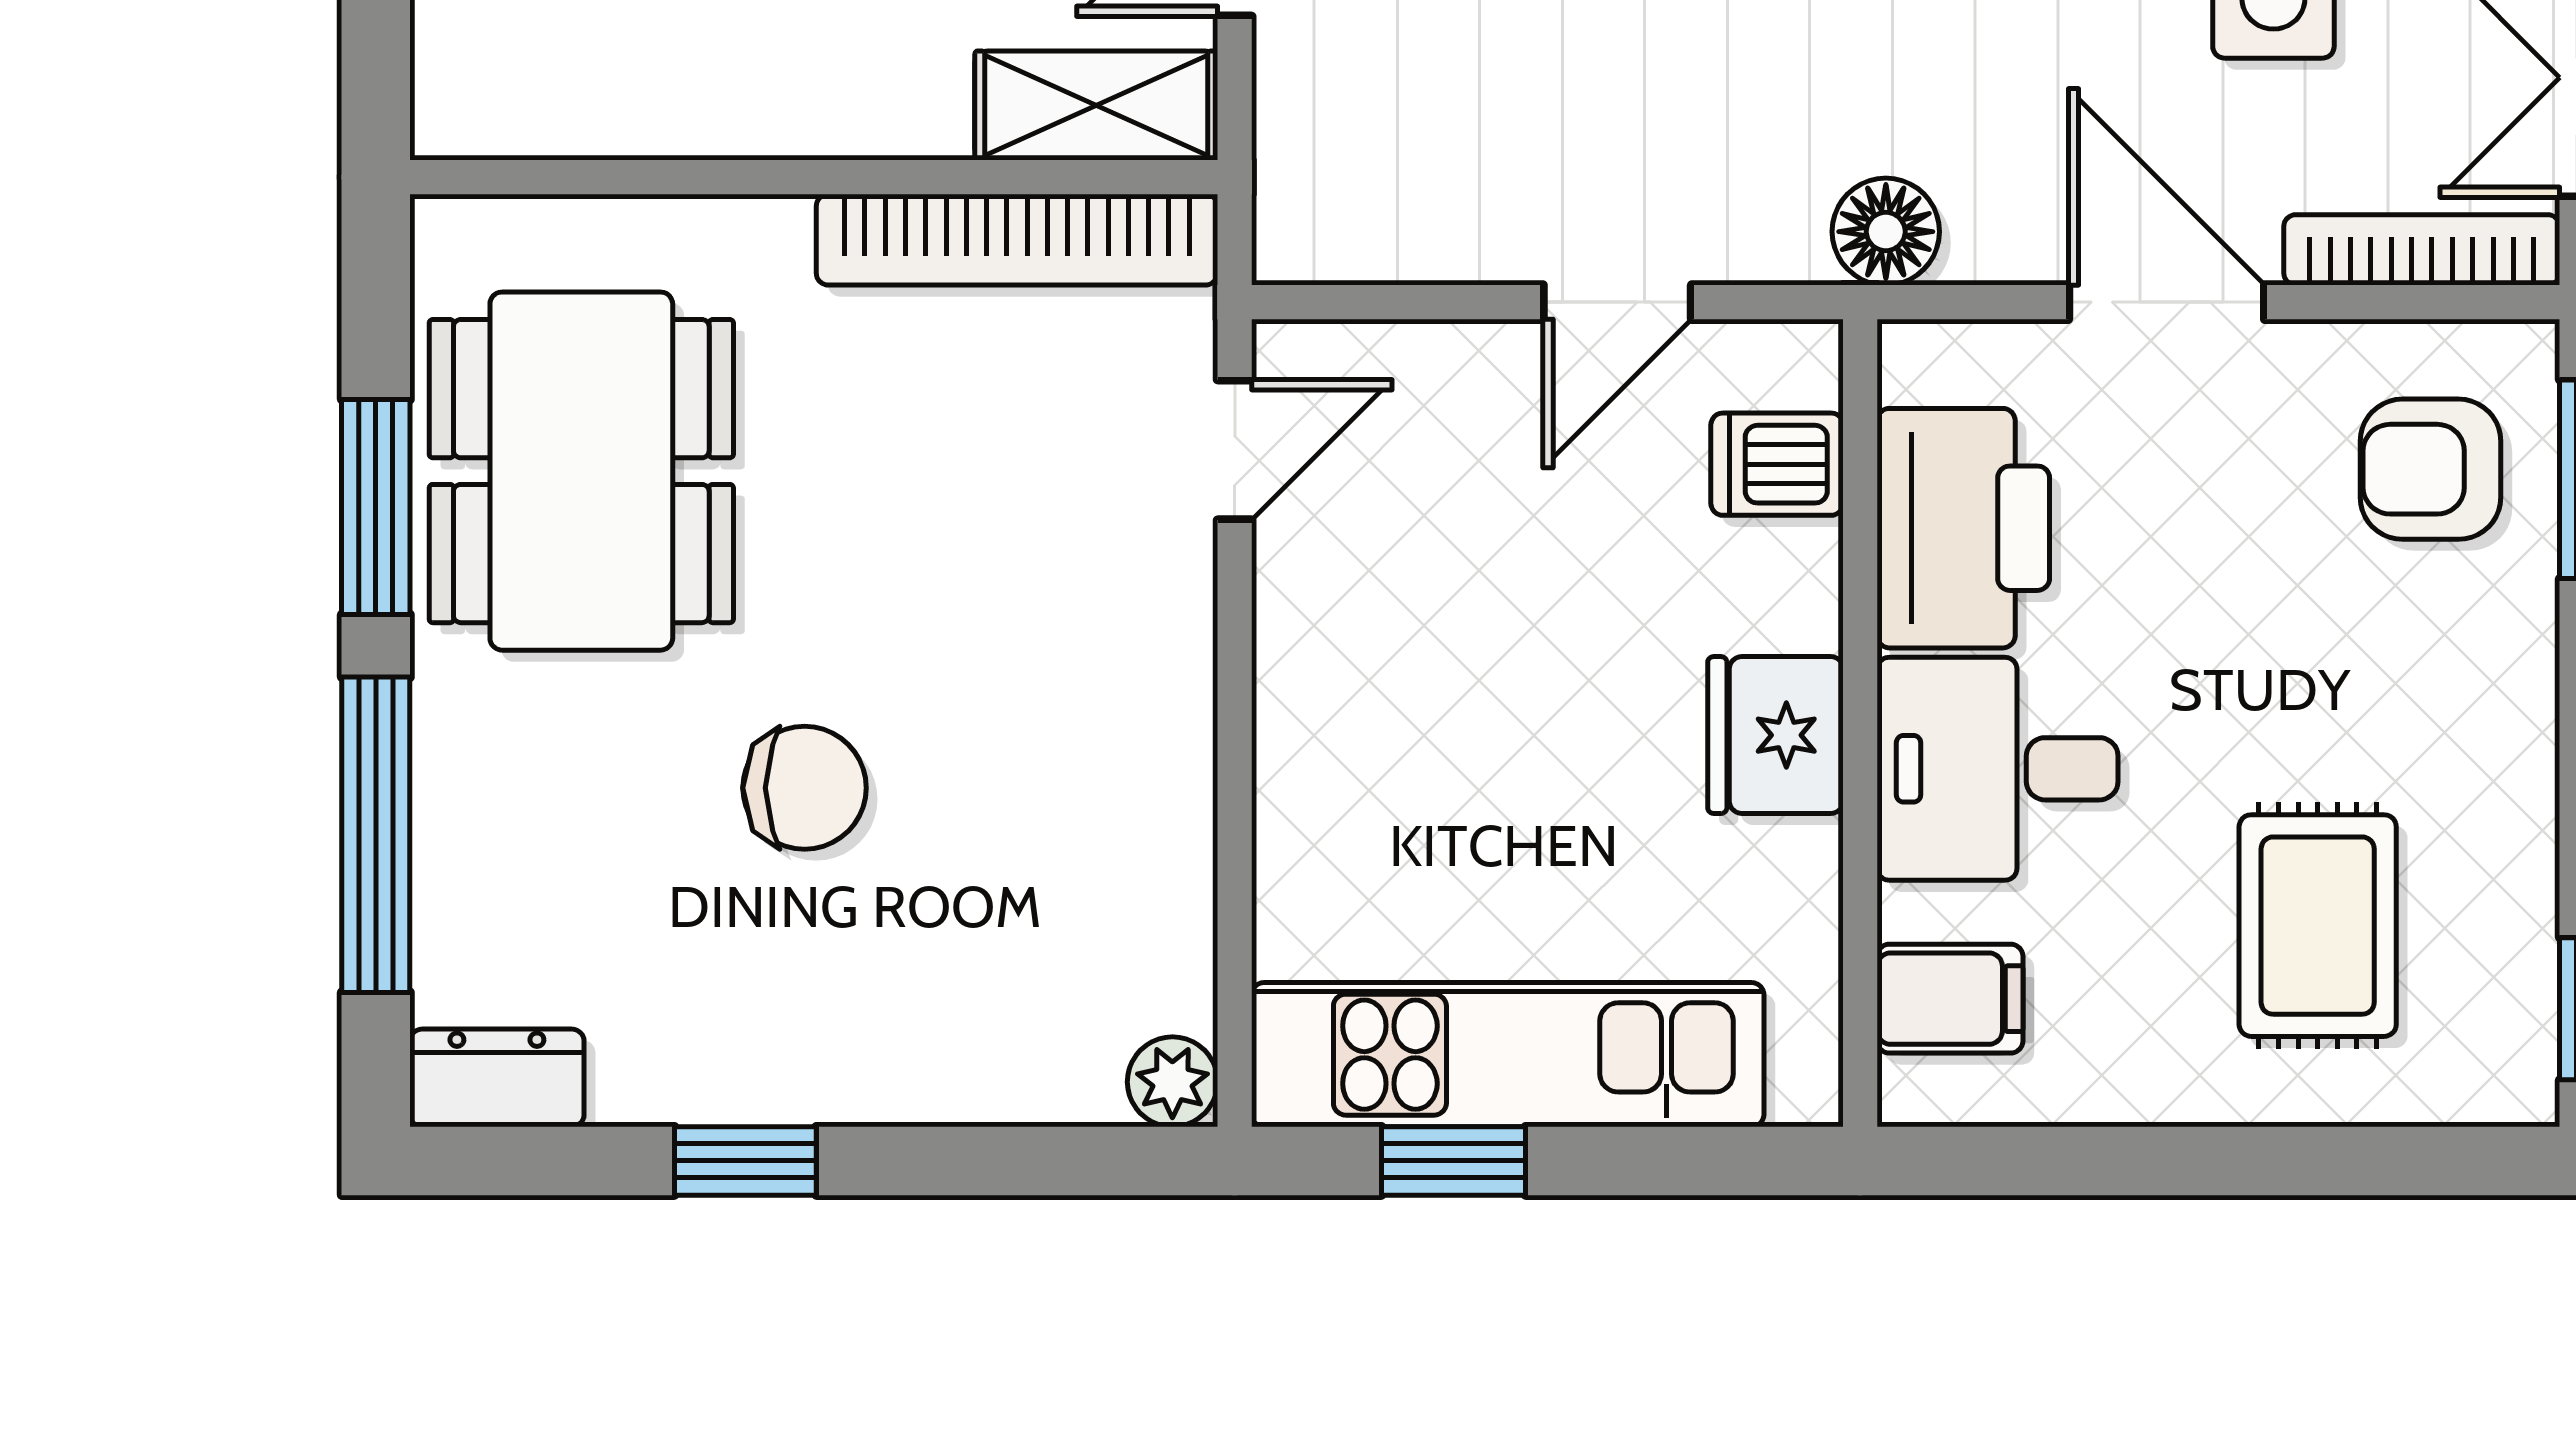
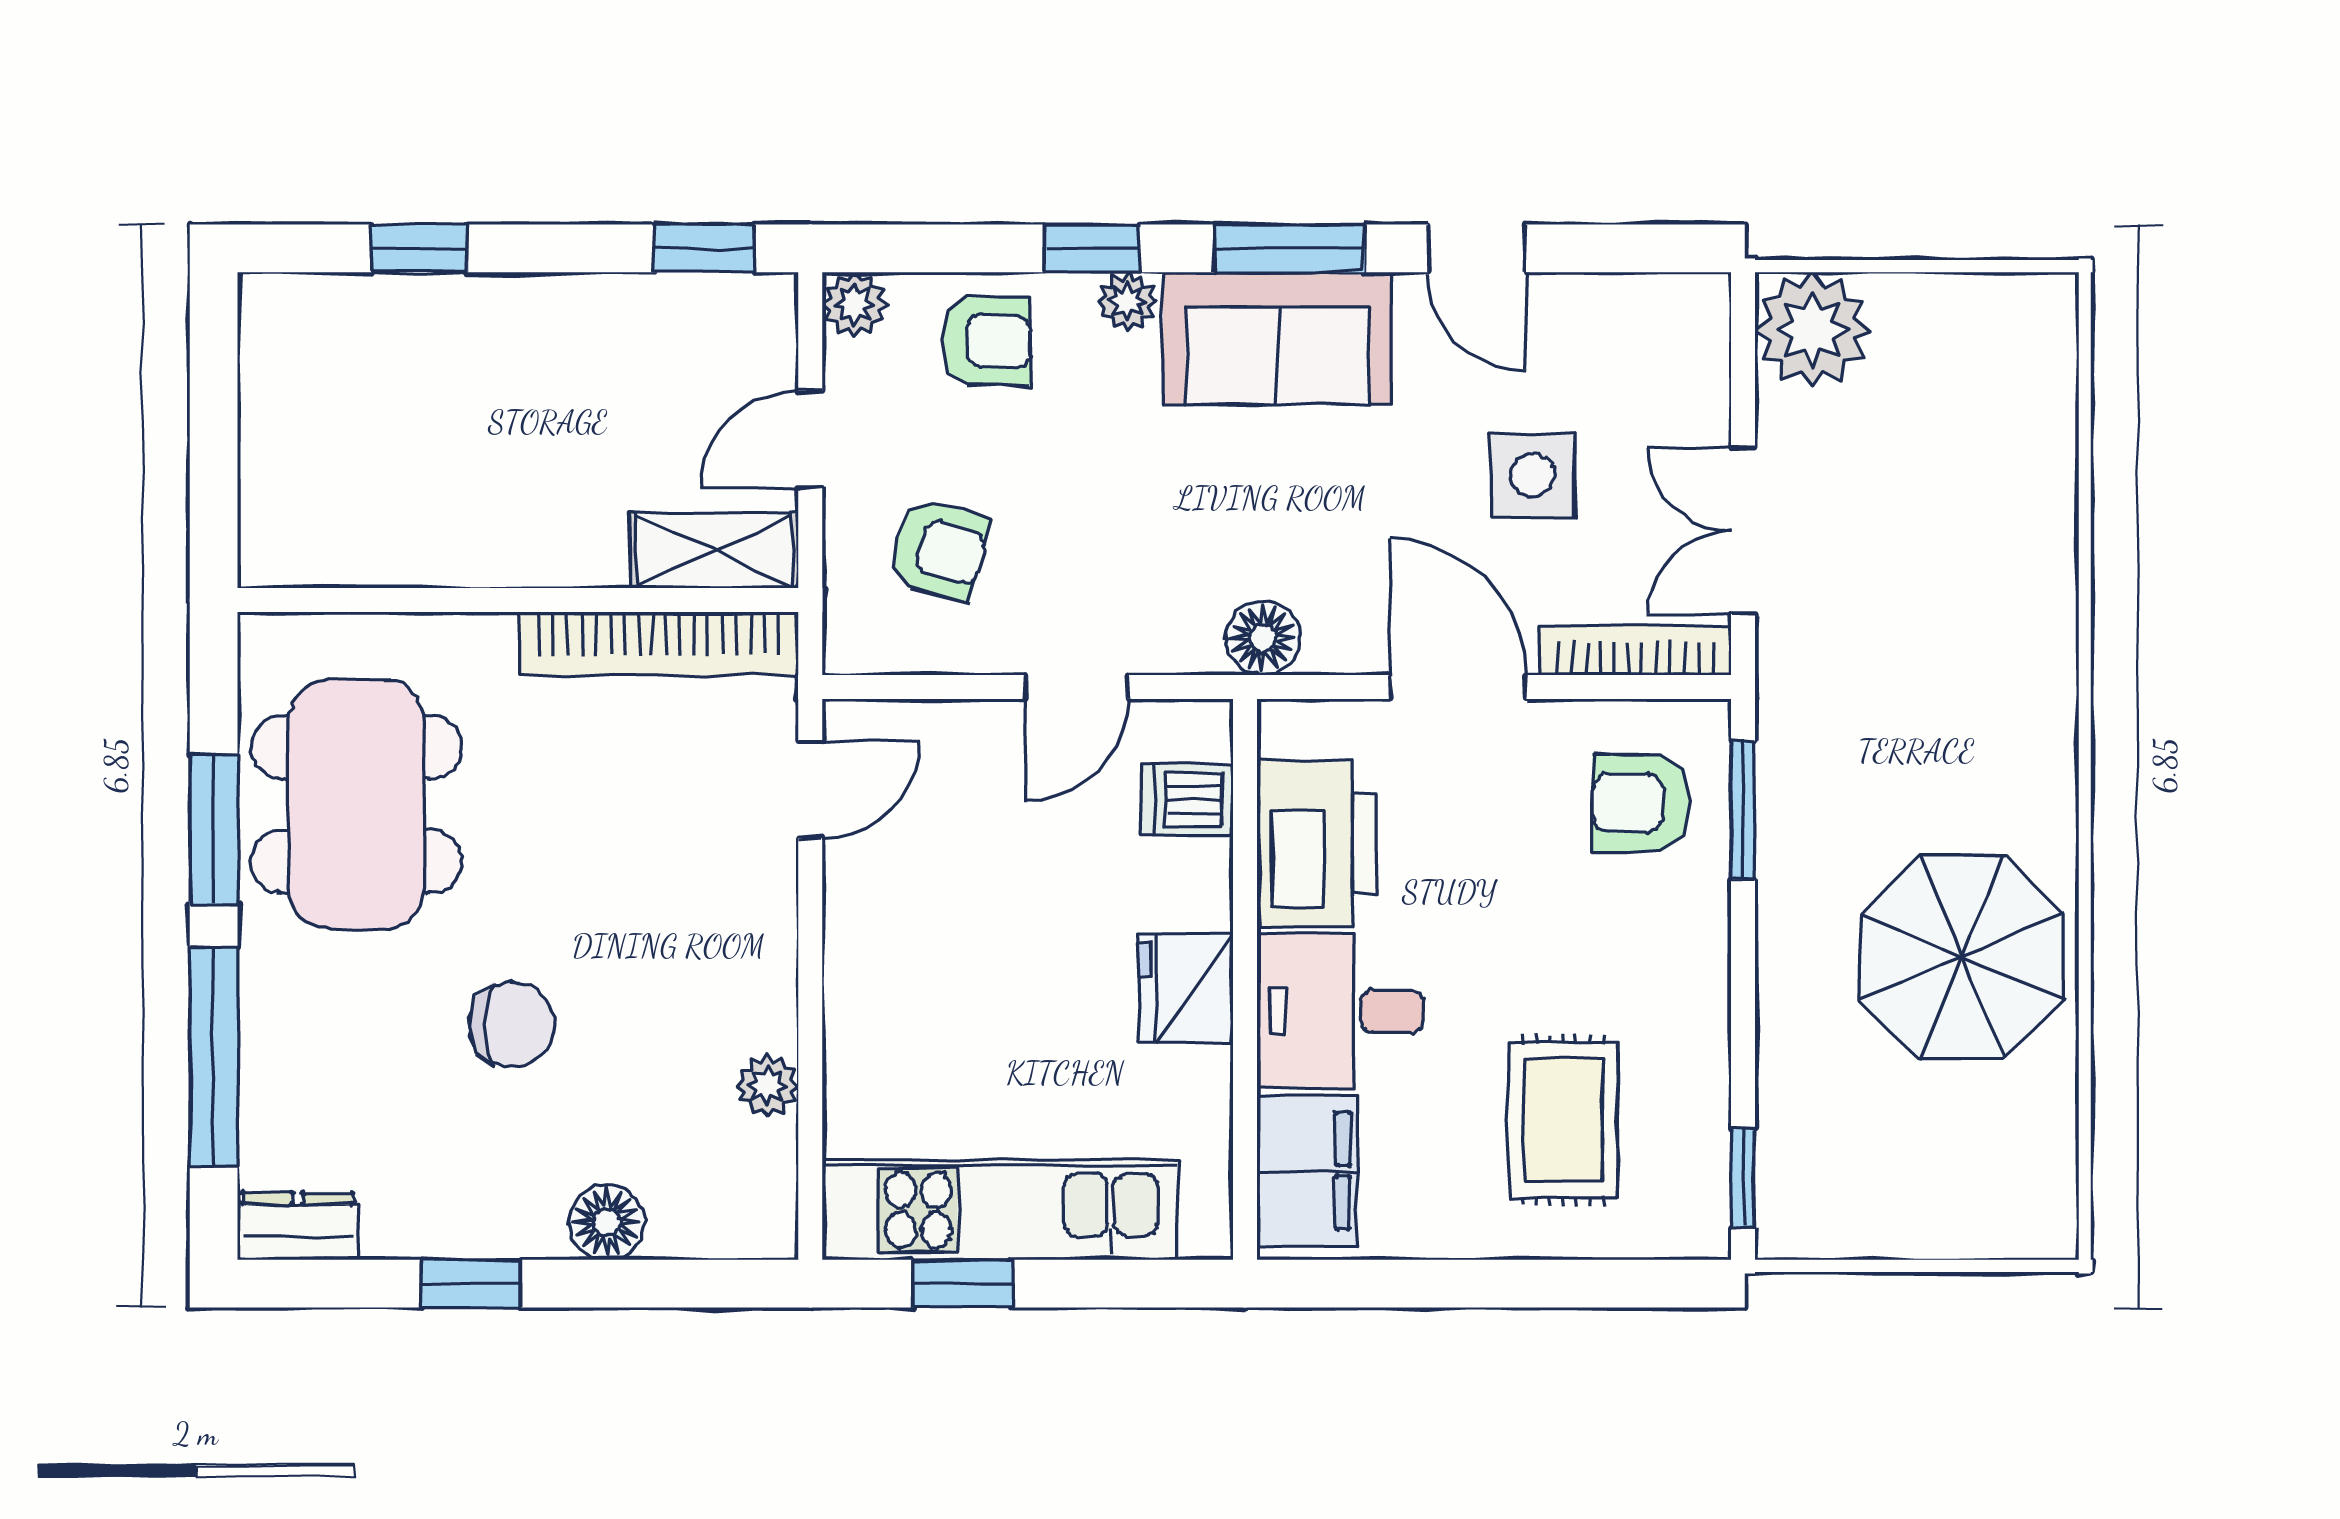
armchair: (1419, 104) -> (938, 549), added
filing cabinet: (1950, 999) -> (1307, 1171), width x2.00
floor lamp: (942, 1073) -> (607, 1222), added
plant: (1172, 1082) -> (767, 1086), moved

